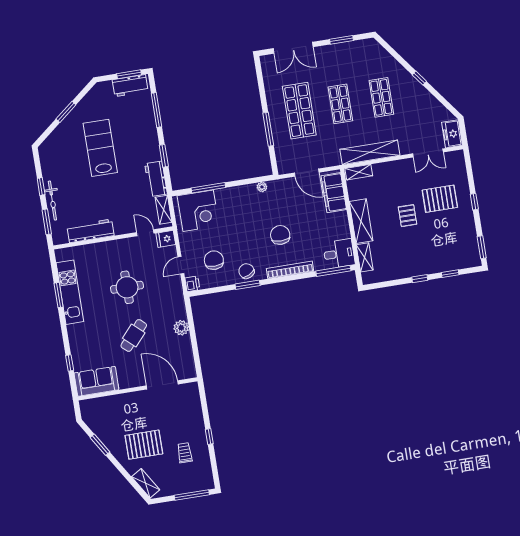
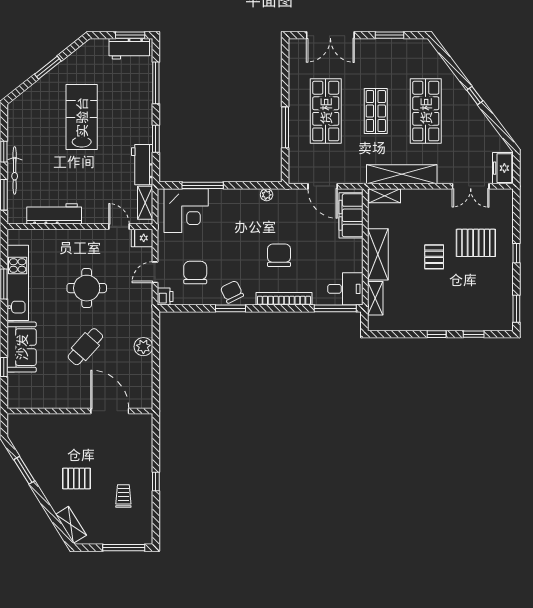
shop shelf: (381, 97) -> (426, 111), width x1.43, depth x1.36
sofa: (96, 381) -> (22, 347), moved, turned 90
pallet: (144, 445) -> (76, 479), width x0.67, depth x0.71

